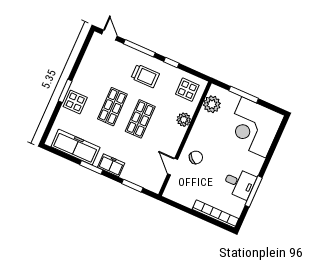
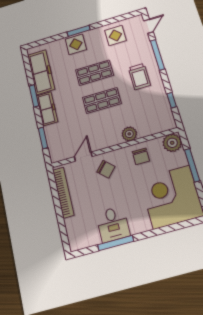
window: (171, 62) -> (172, 100), moved
display table: (187, 90) -> (115, 35), moved
plant: (212, 104) -> (172, 143), moved
chair: (207, 125) -> (141, 156), added
freezer: (111, 165) -> (47, 109), width x1.40
bookcase: (215, 214) -> (63, 192), moved

